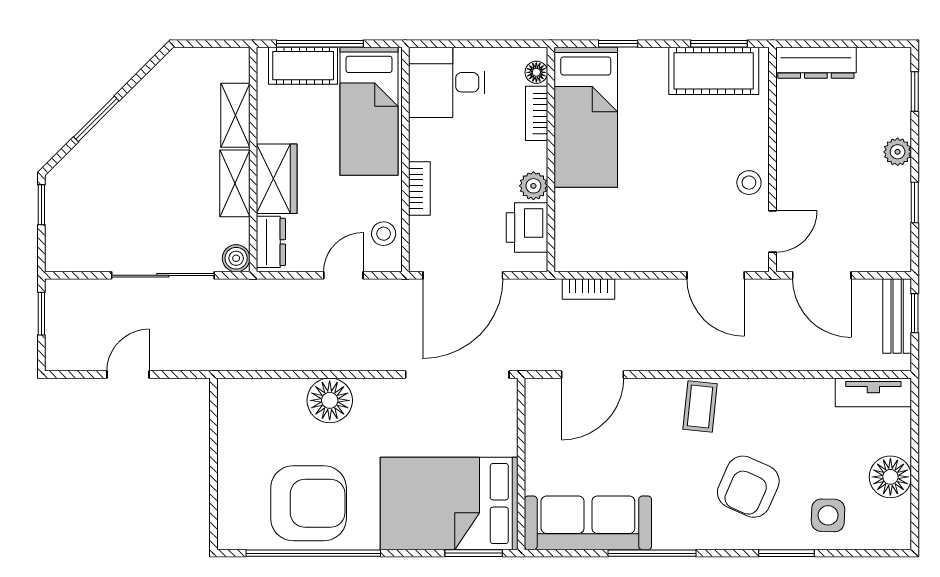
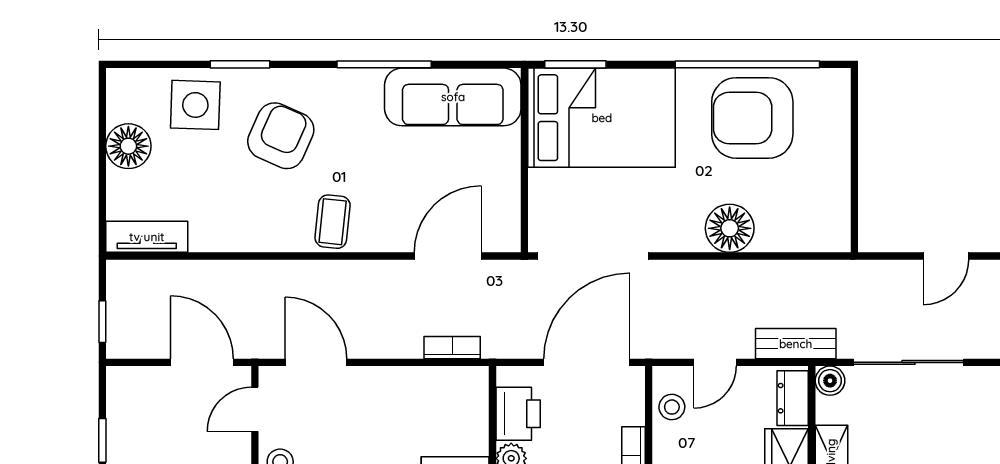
bench: (897, 316) -> (796, 344), moved, turned 90
side table: (828, 515) -> (195, 105), width x1.37, depth x1.37

